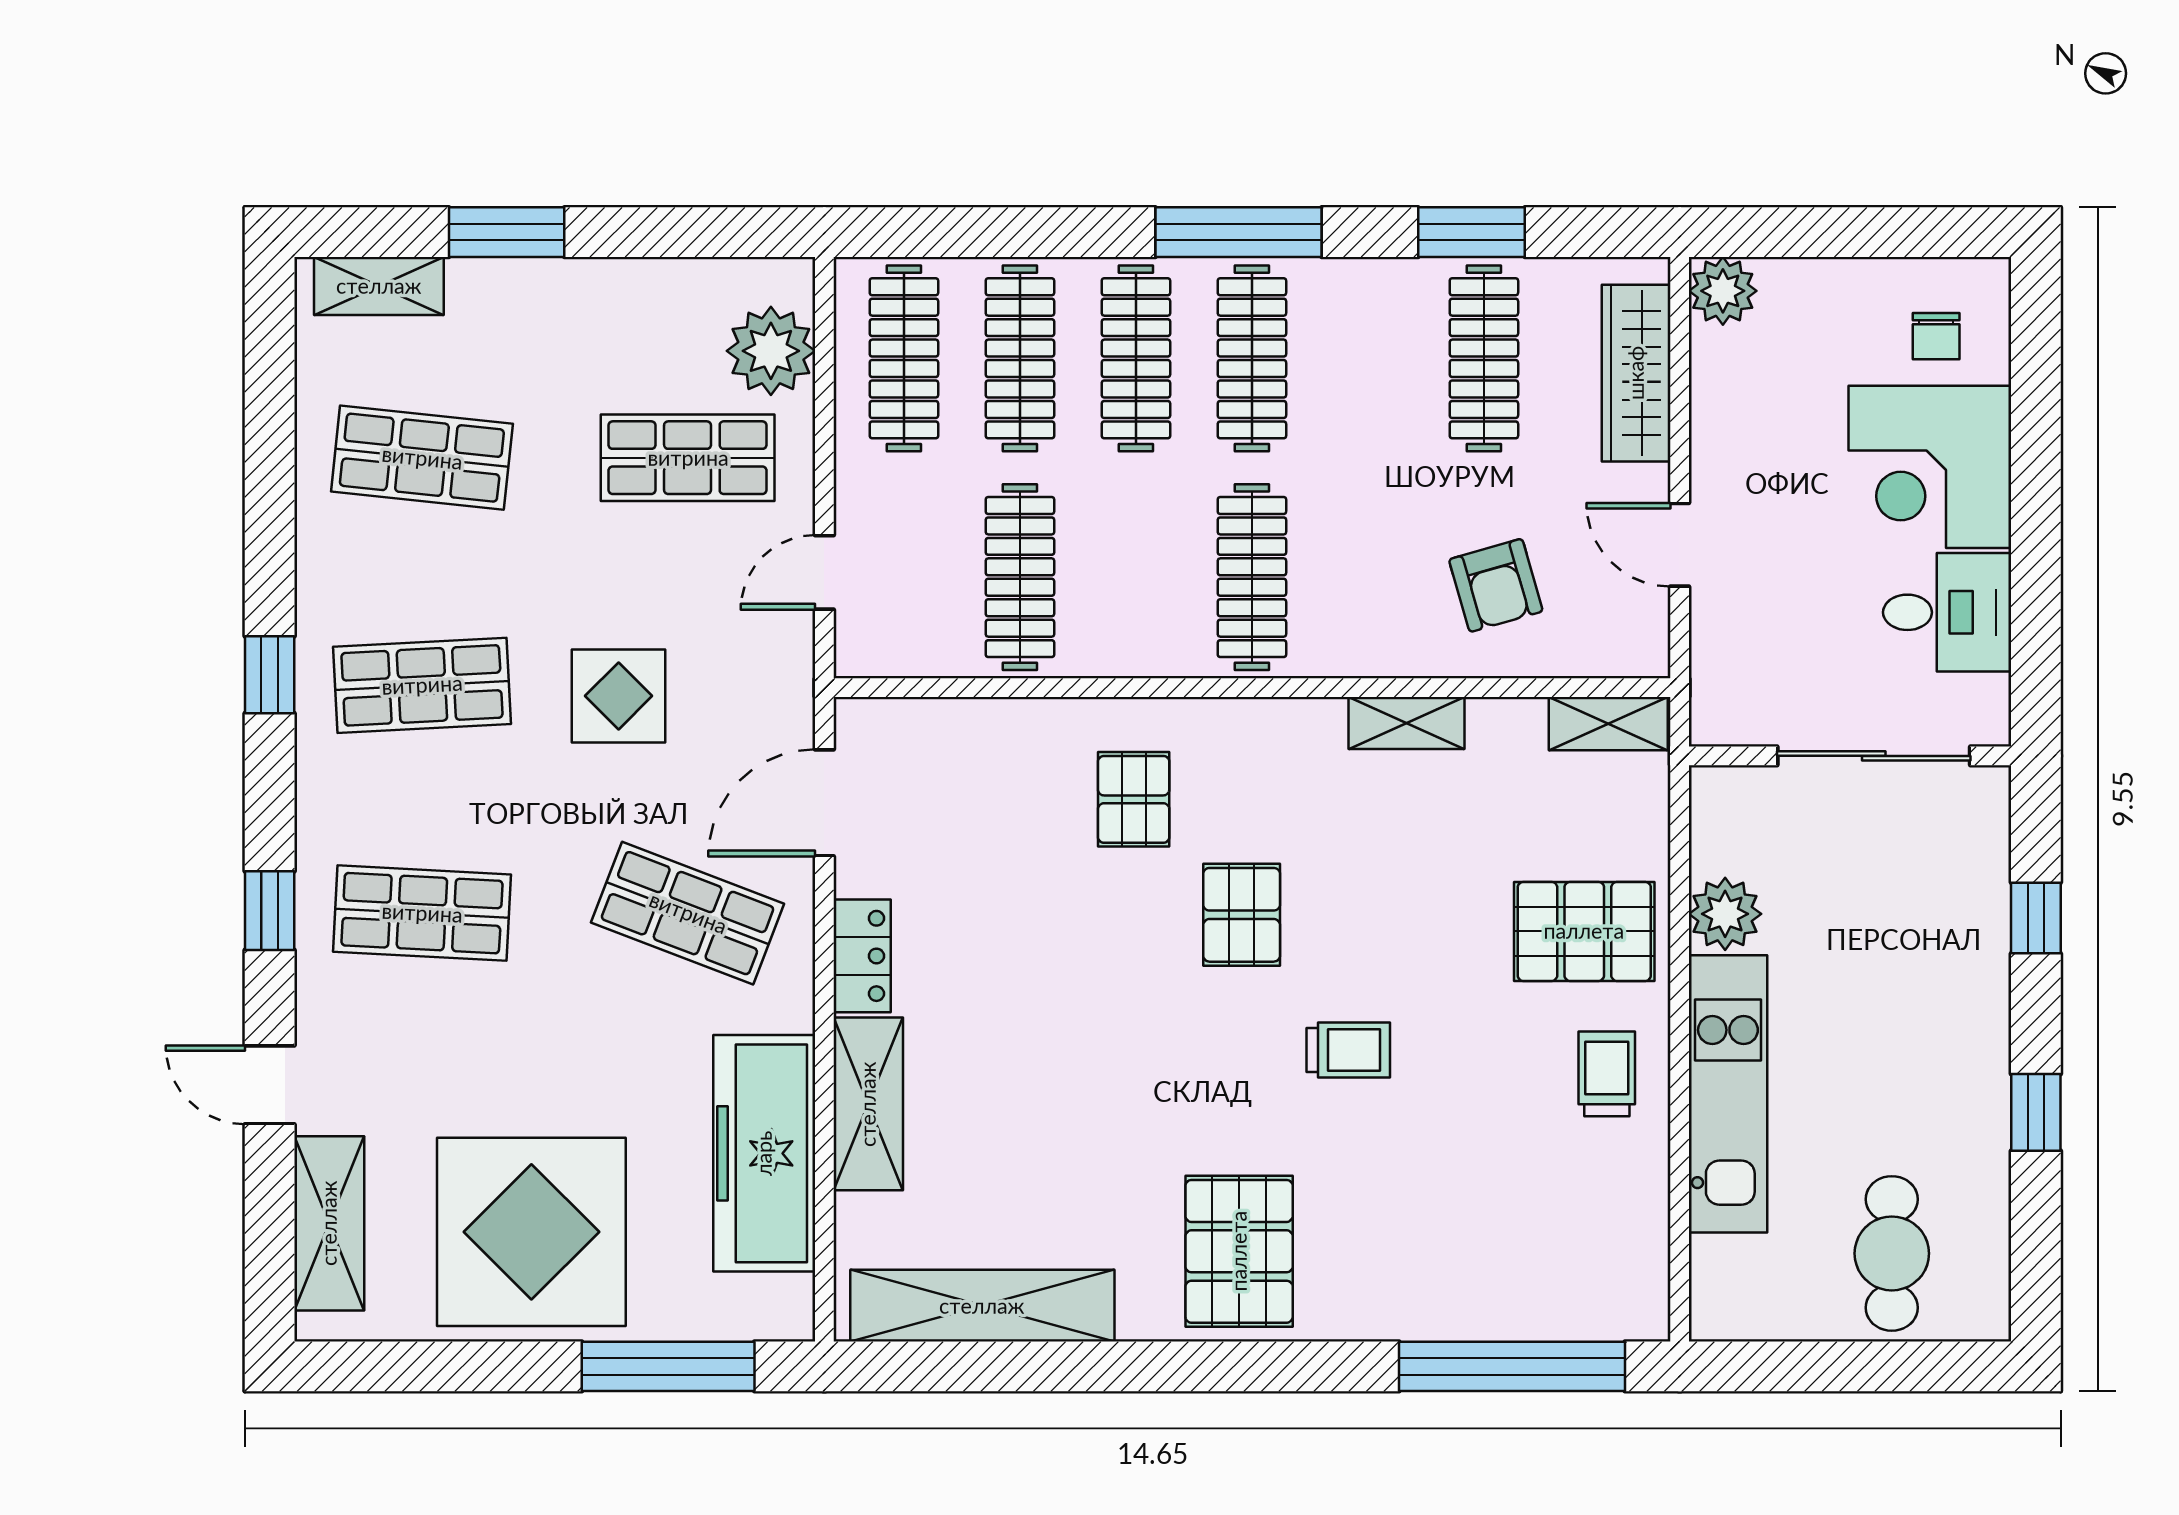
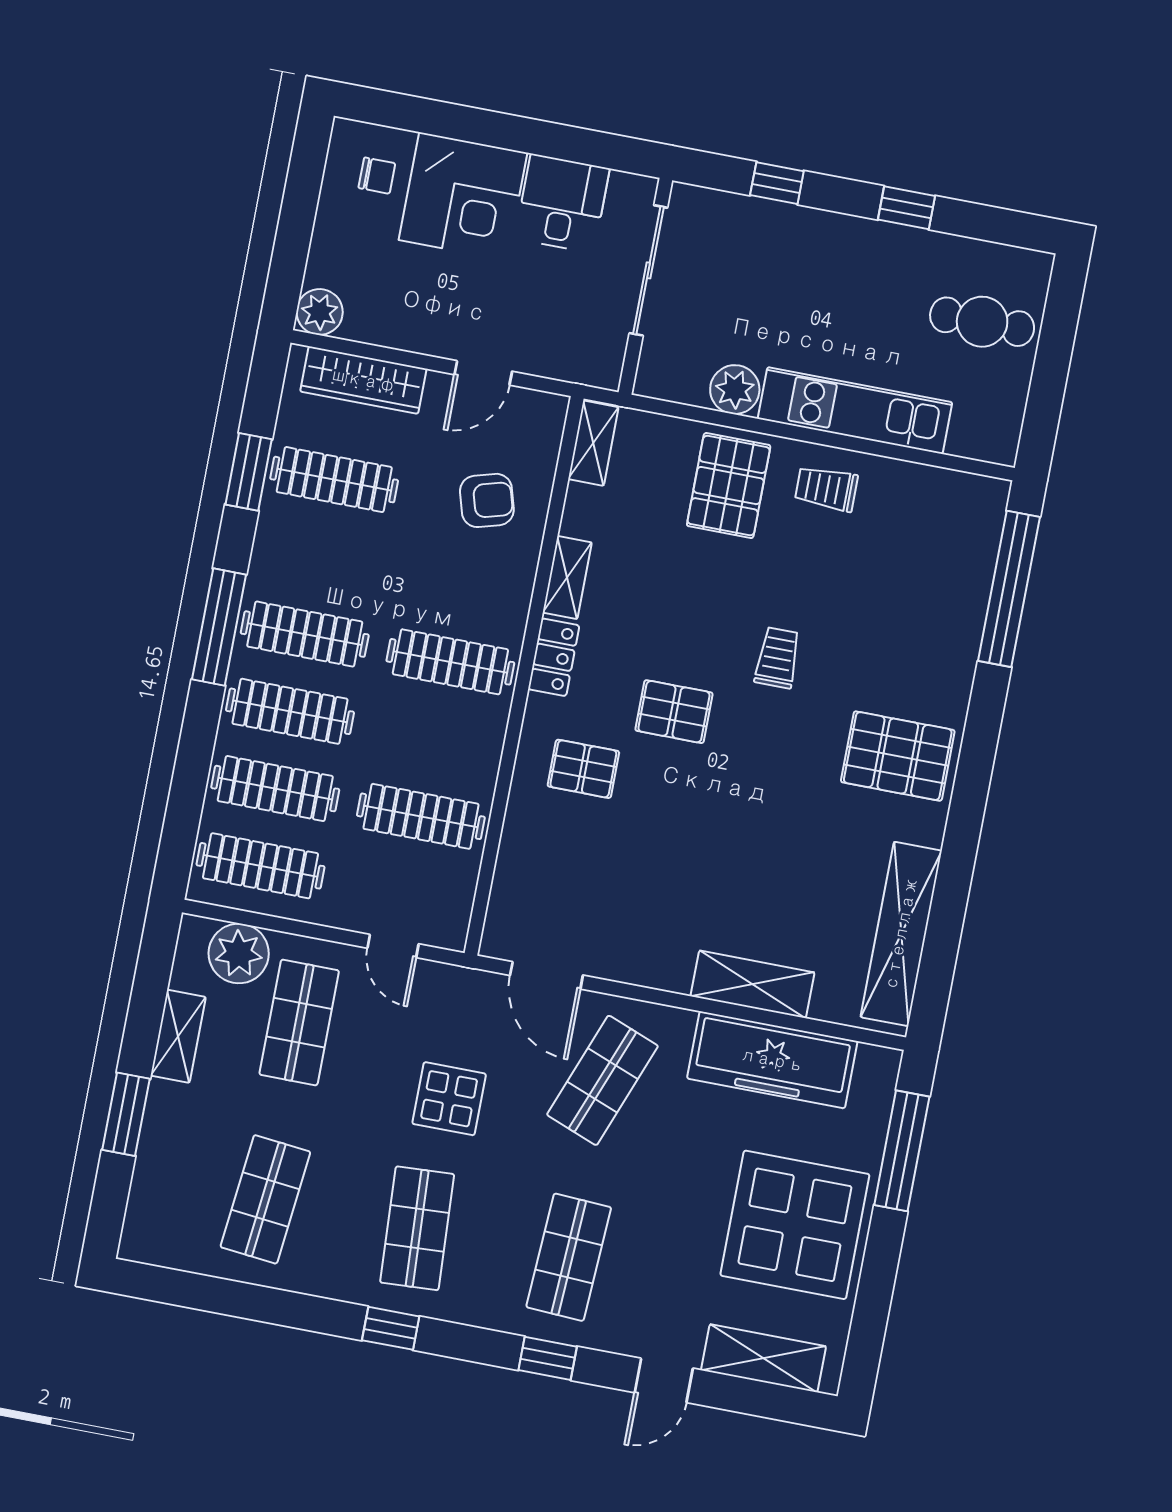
shelving: (379, 286) -> (178, 1036), moved
locker: (862, 956) -> (554, 657), moved, turned 90

